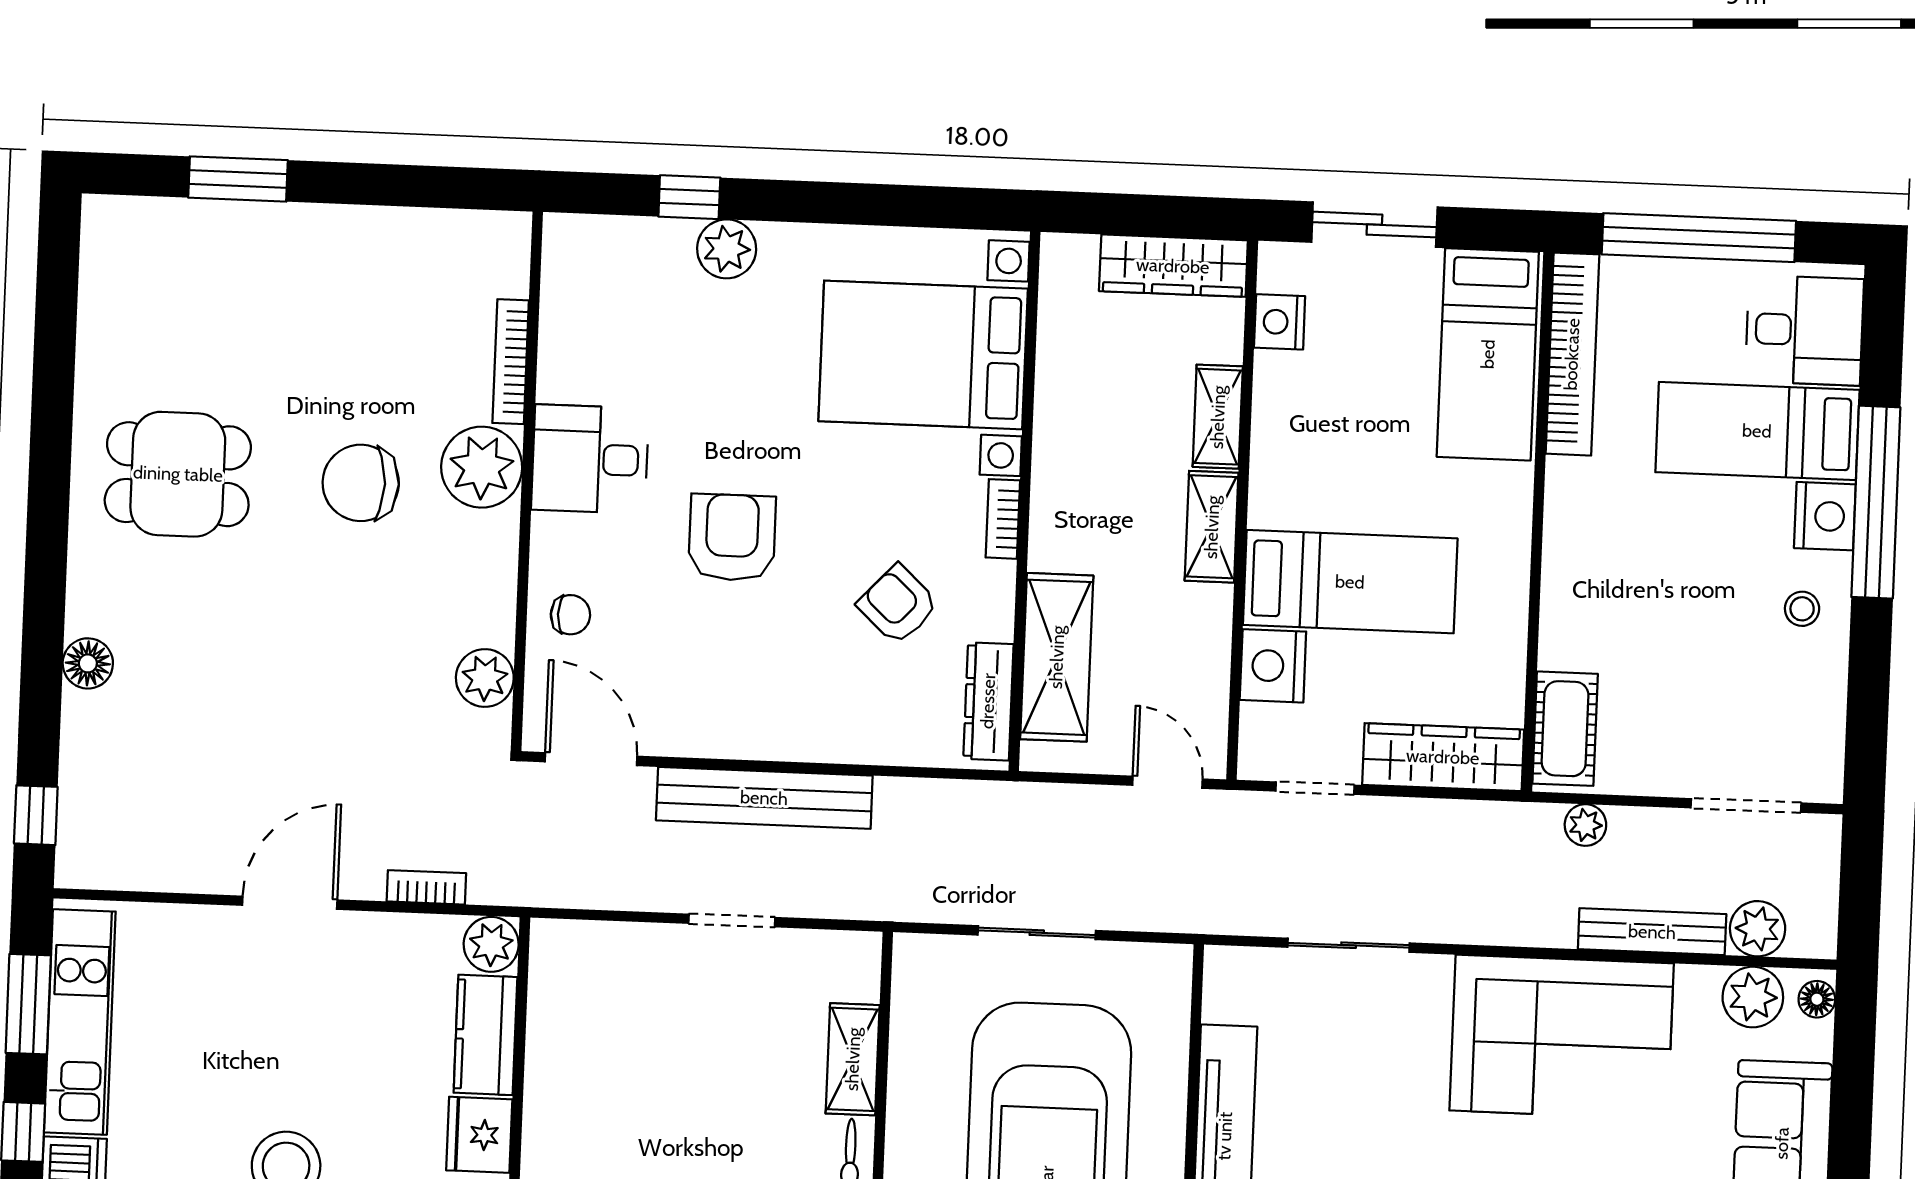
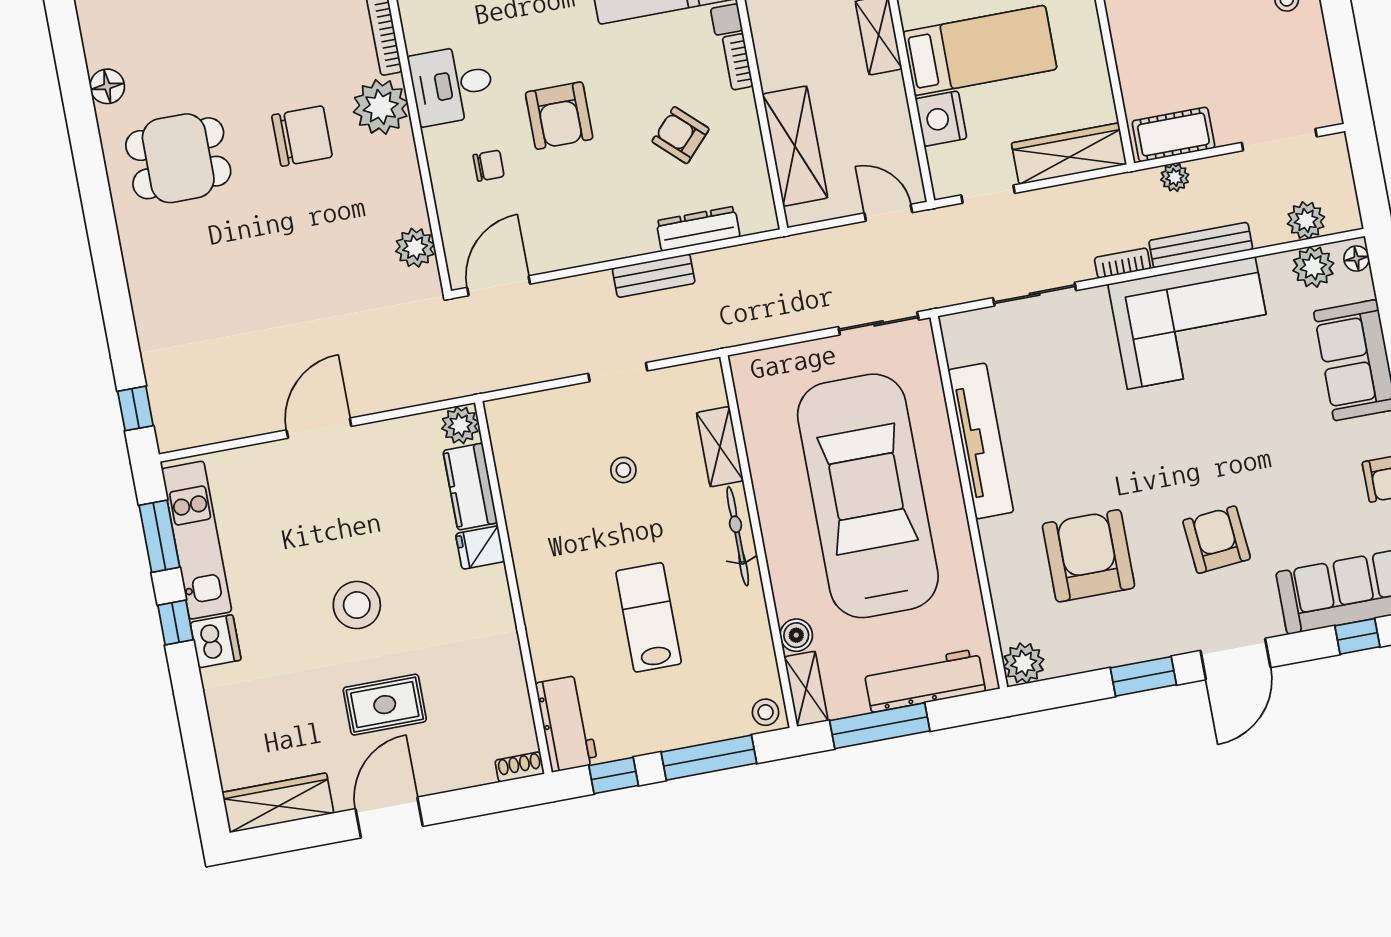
chair: (361, 483) -> (302, 136), turned 180
armchair: (732, 537) -> (559, 116), turned 180
chair: (570, 615) -> (489, 166), moved
floor lamp: (88, 663) -> (107, 86), moved
dresser: (988, 701) -> (698, 229), moved, turned 90
cot: (1565, 729) -> (1173, 134), moved, turned 90
door: (591, 759) -> (499, 286), hinge flipped
bench: (764, 798) -> (654, 276), width x0.54, depth x0.82
bookcase: (426, 887) -> (1122, 263), moved
bench: (1652, 932) -> (1201, 245), moved
sliding door: (1037, 933) -> (879, 323), moved
stool: (708, 1061) -> (623, 470), added
fridge: (479, 1135) -> (480, 548), width x0.72

